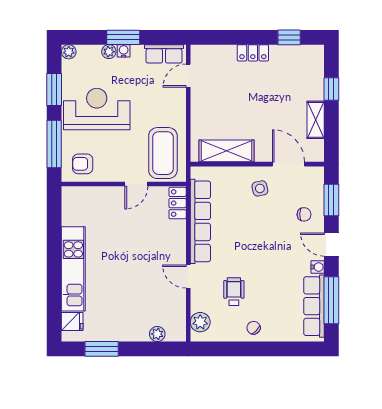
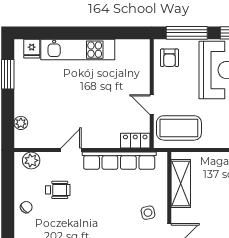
armchair: (83, 164) -> (169, 58), turned 180

